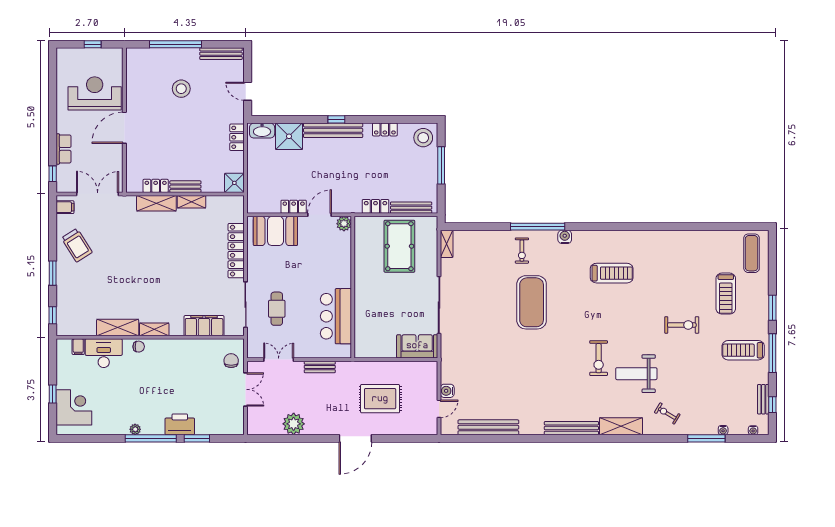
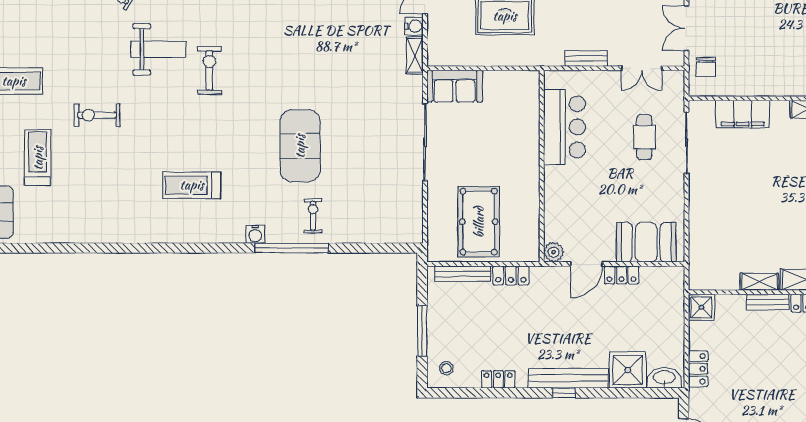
stool: (423, 138) -> (446, 368), width x0.53, depth x0.53
shelving: (447, 244) -> (415, 55), moved
locker: (236, 251) -> (699, 216), removed

